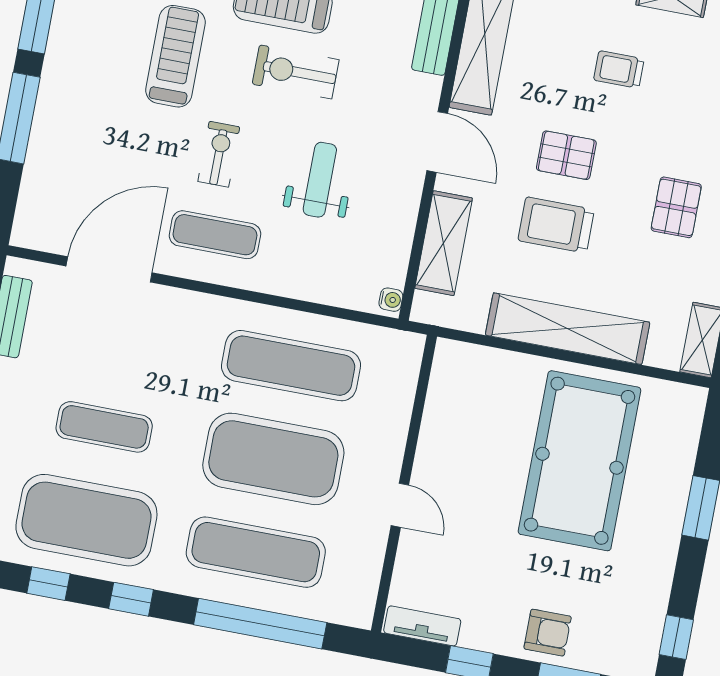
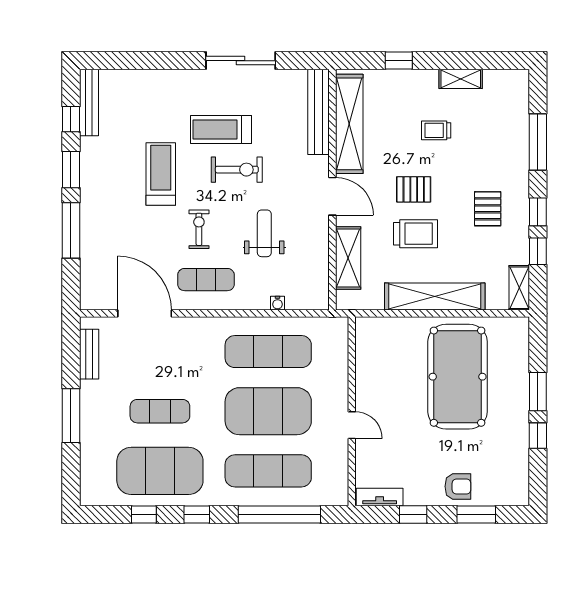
exercise bike: (296, 72) -> (237, 170), turned 180
trolley: (556, 225) -> (416, 234), turned 180
door: (109, 269) -> (145, 313), hinge flipped
water cooler: (391, 300) -> (277, 303), moved, turned 90
window: (676, 637) -> (538, 436), moved

